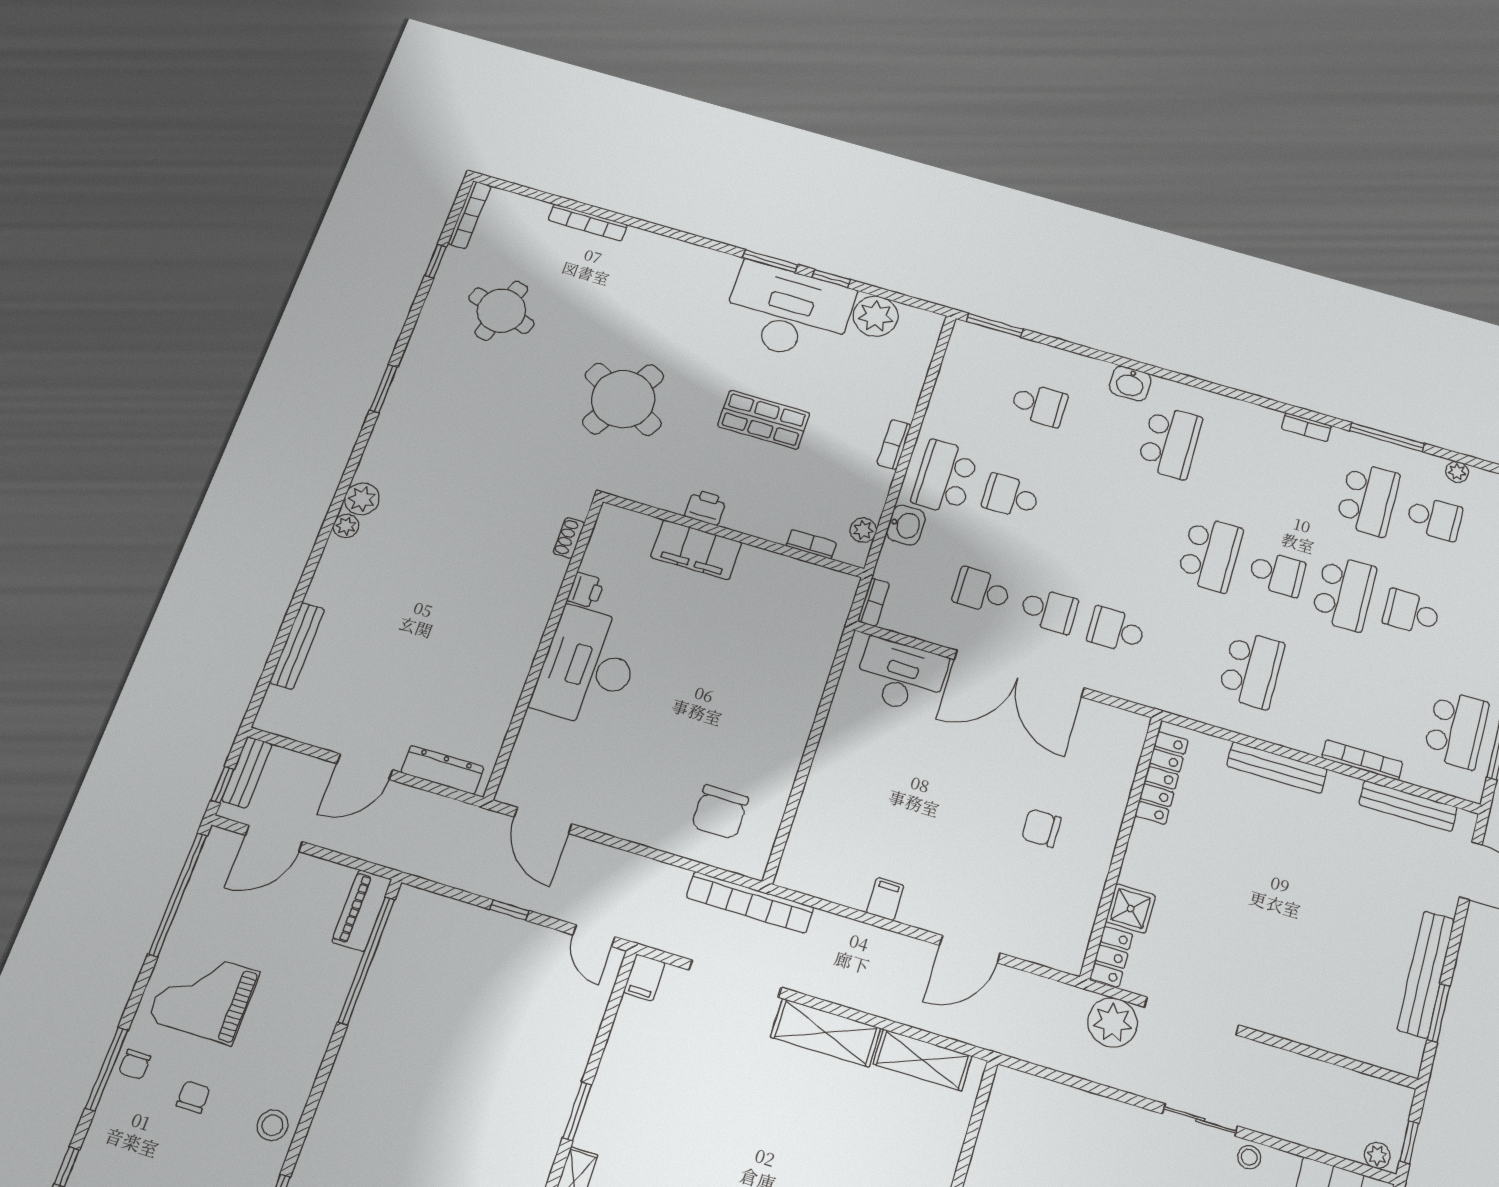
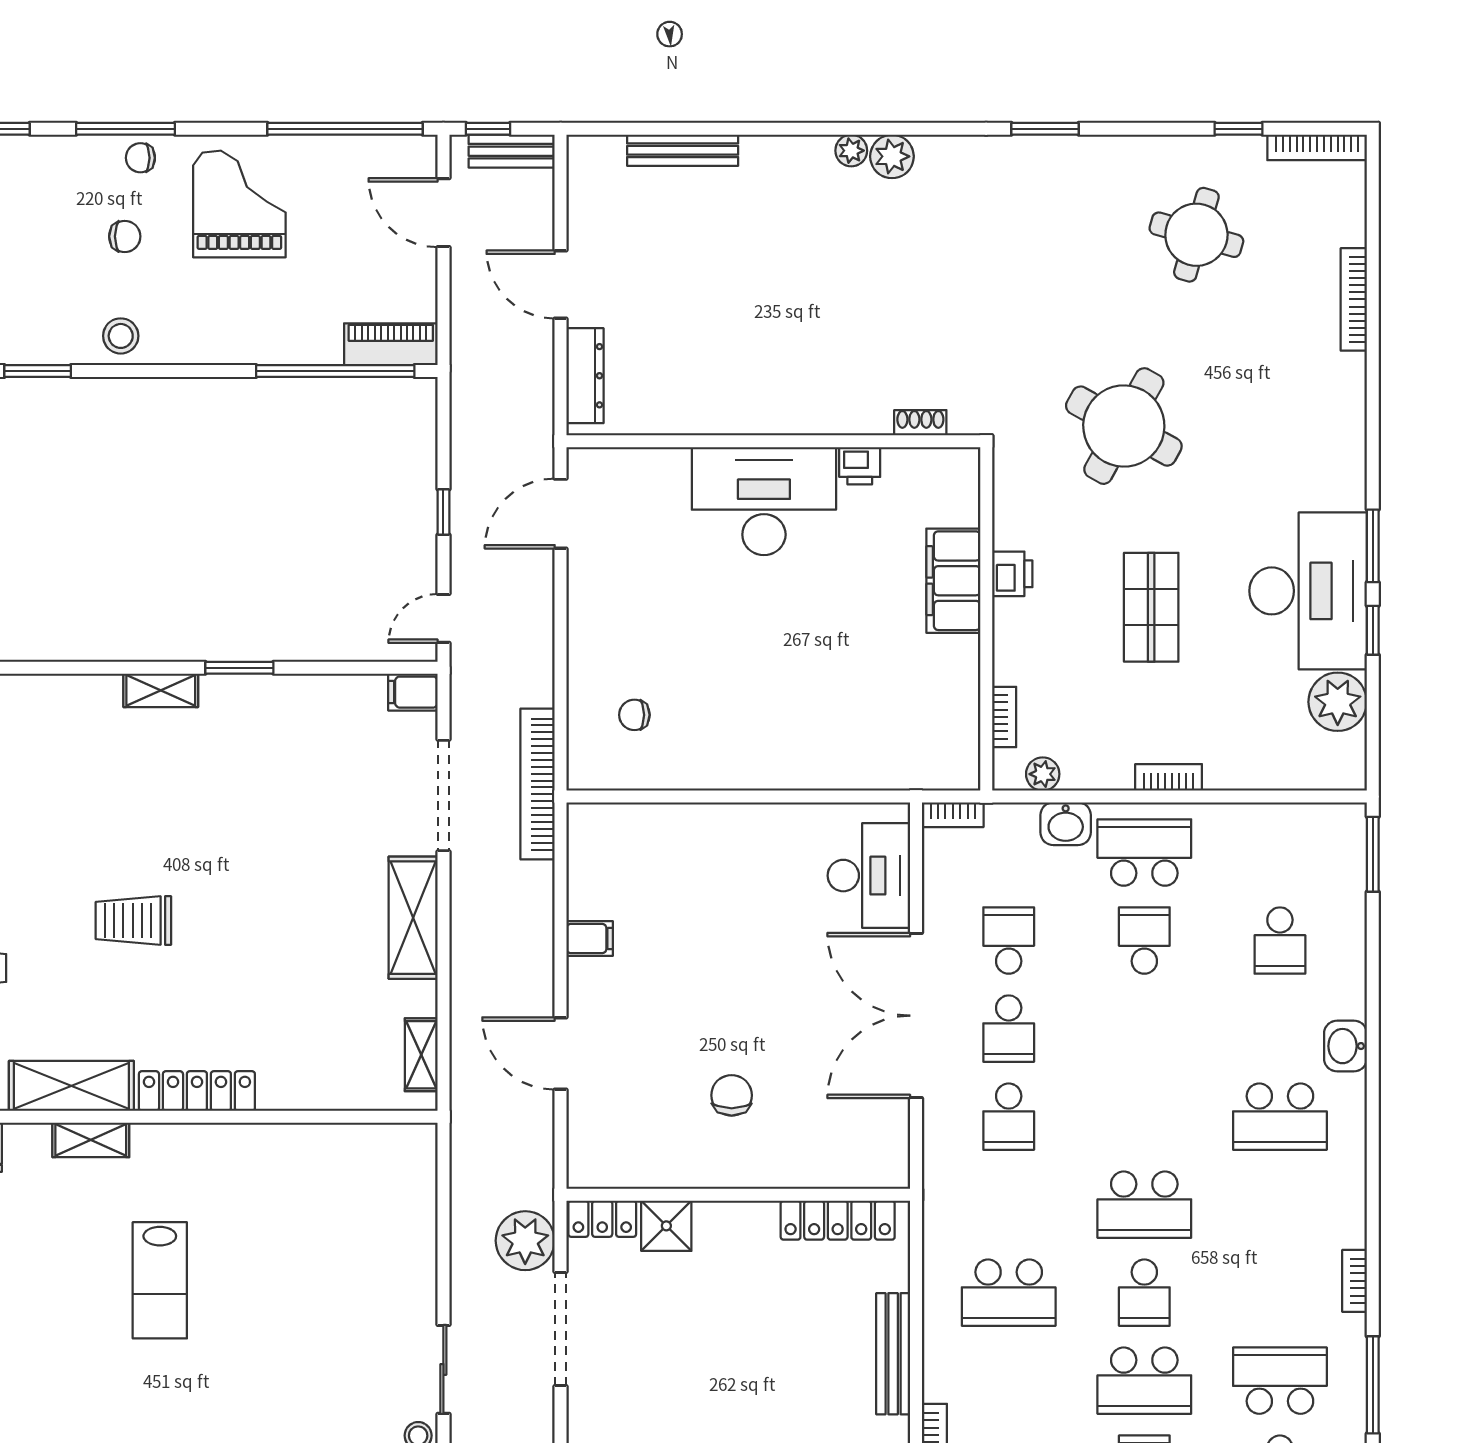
school desk: (1368, 499) -> (1280, 1381), turned 180
school desk: (1116, 630) -> (1009, 1117), turned 180
chair: (720, 812) -> (634, 715), width x0.54, depth x0.54
shelving: (922, 1060) -> (421, 1055), width x0.67, depth x0.75

